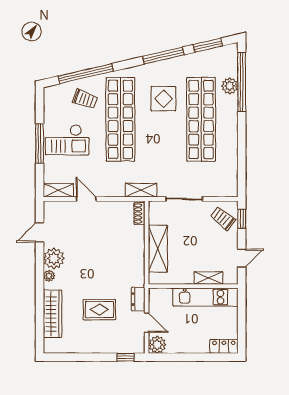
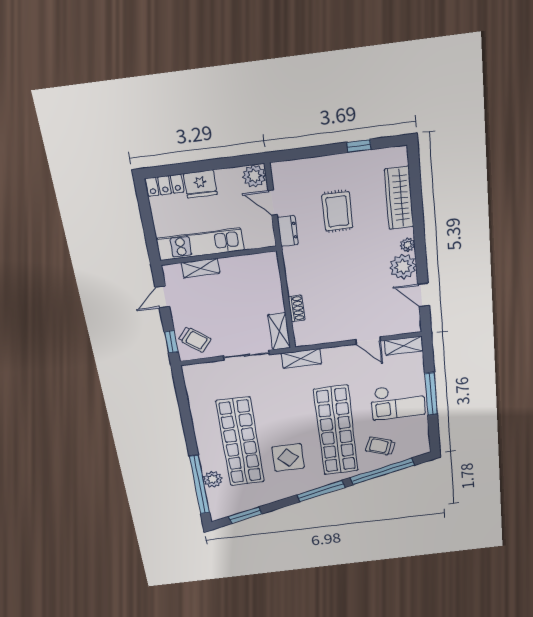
window: (163, 56) -> (321, 491), moved
checkout: (67, 140) -> (398, 402), turned 180
shoe rack: (139, 213) -> (297, 308), moved
door: (40, 233) -> (424, 295), swing flipped
shelving: (158, 249) -> (279, 331), moved, width x0.67, depth x0.75
rug: (99, 310) -> (337, 211), turned 90
fridge: (198, 344) -> (200, 184), added
window: (126, 357) -> (359, 146), moved

